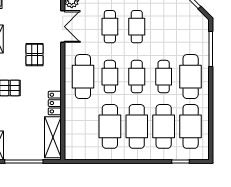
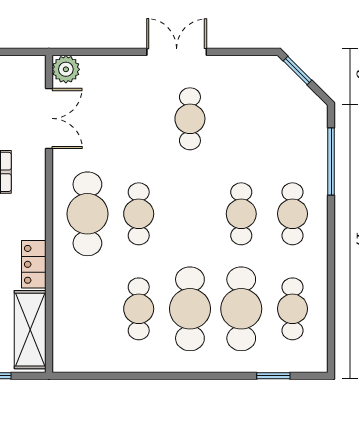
cafe table: (110, 27) -> (139, 119), removed
cafe table: (137, 77) -> (190, 214), removed
cafe table: (191, 77) -> (292, 214), width x0.73, depth x0.74
cafe table: (110, 126) -> (139, 309), width x0.73, depth x0.74
cafe table: (191, 126) -> (292, 309), width x0.73, depth x0.74

